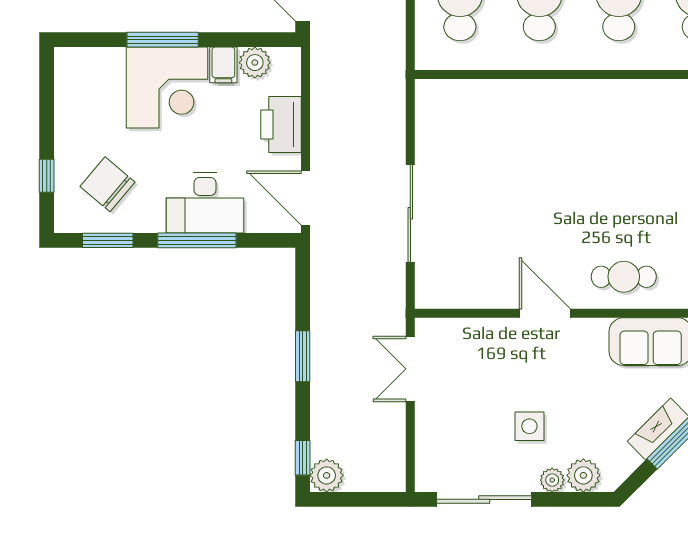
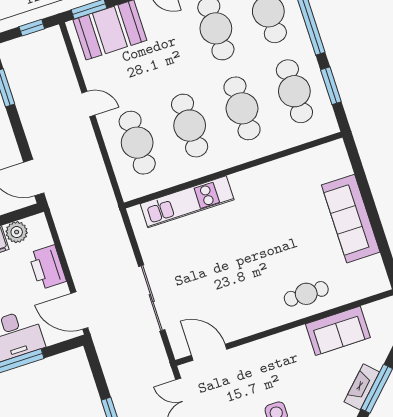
kitchen unit: (502, 97) -> (187, 202), added
door: (545, 313) -> (209, 352), moved

